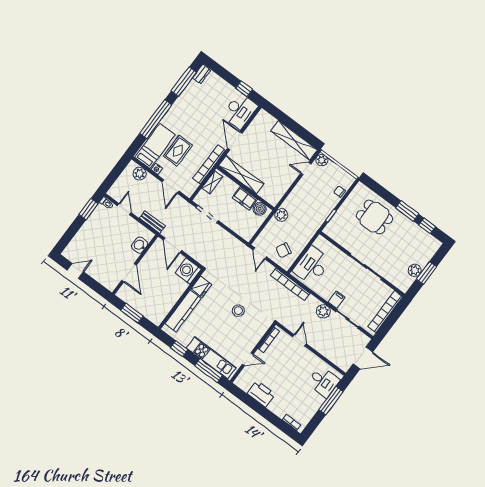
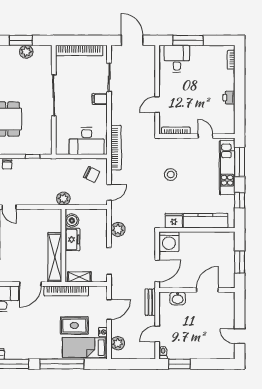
plant: (323, 311) -> (118, 229), moved
printer: (261, 394) -> (229, 98), width x0.53, depth x0.68

